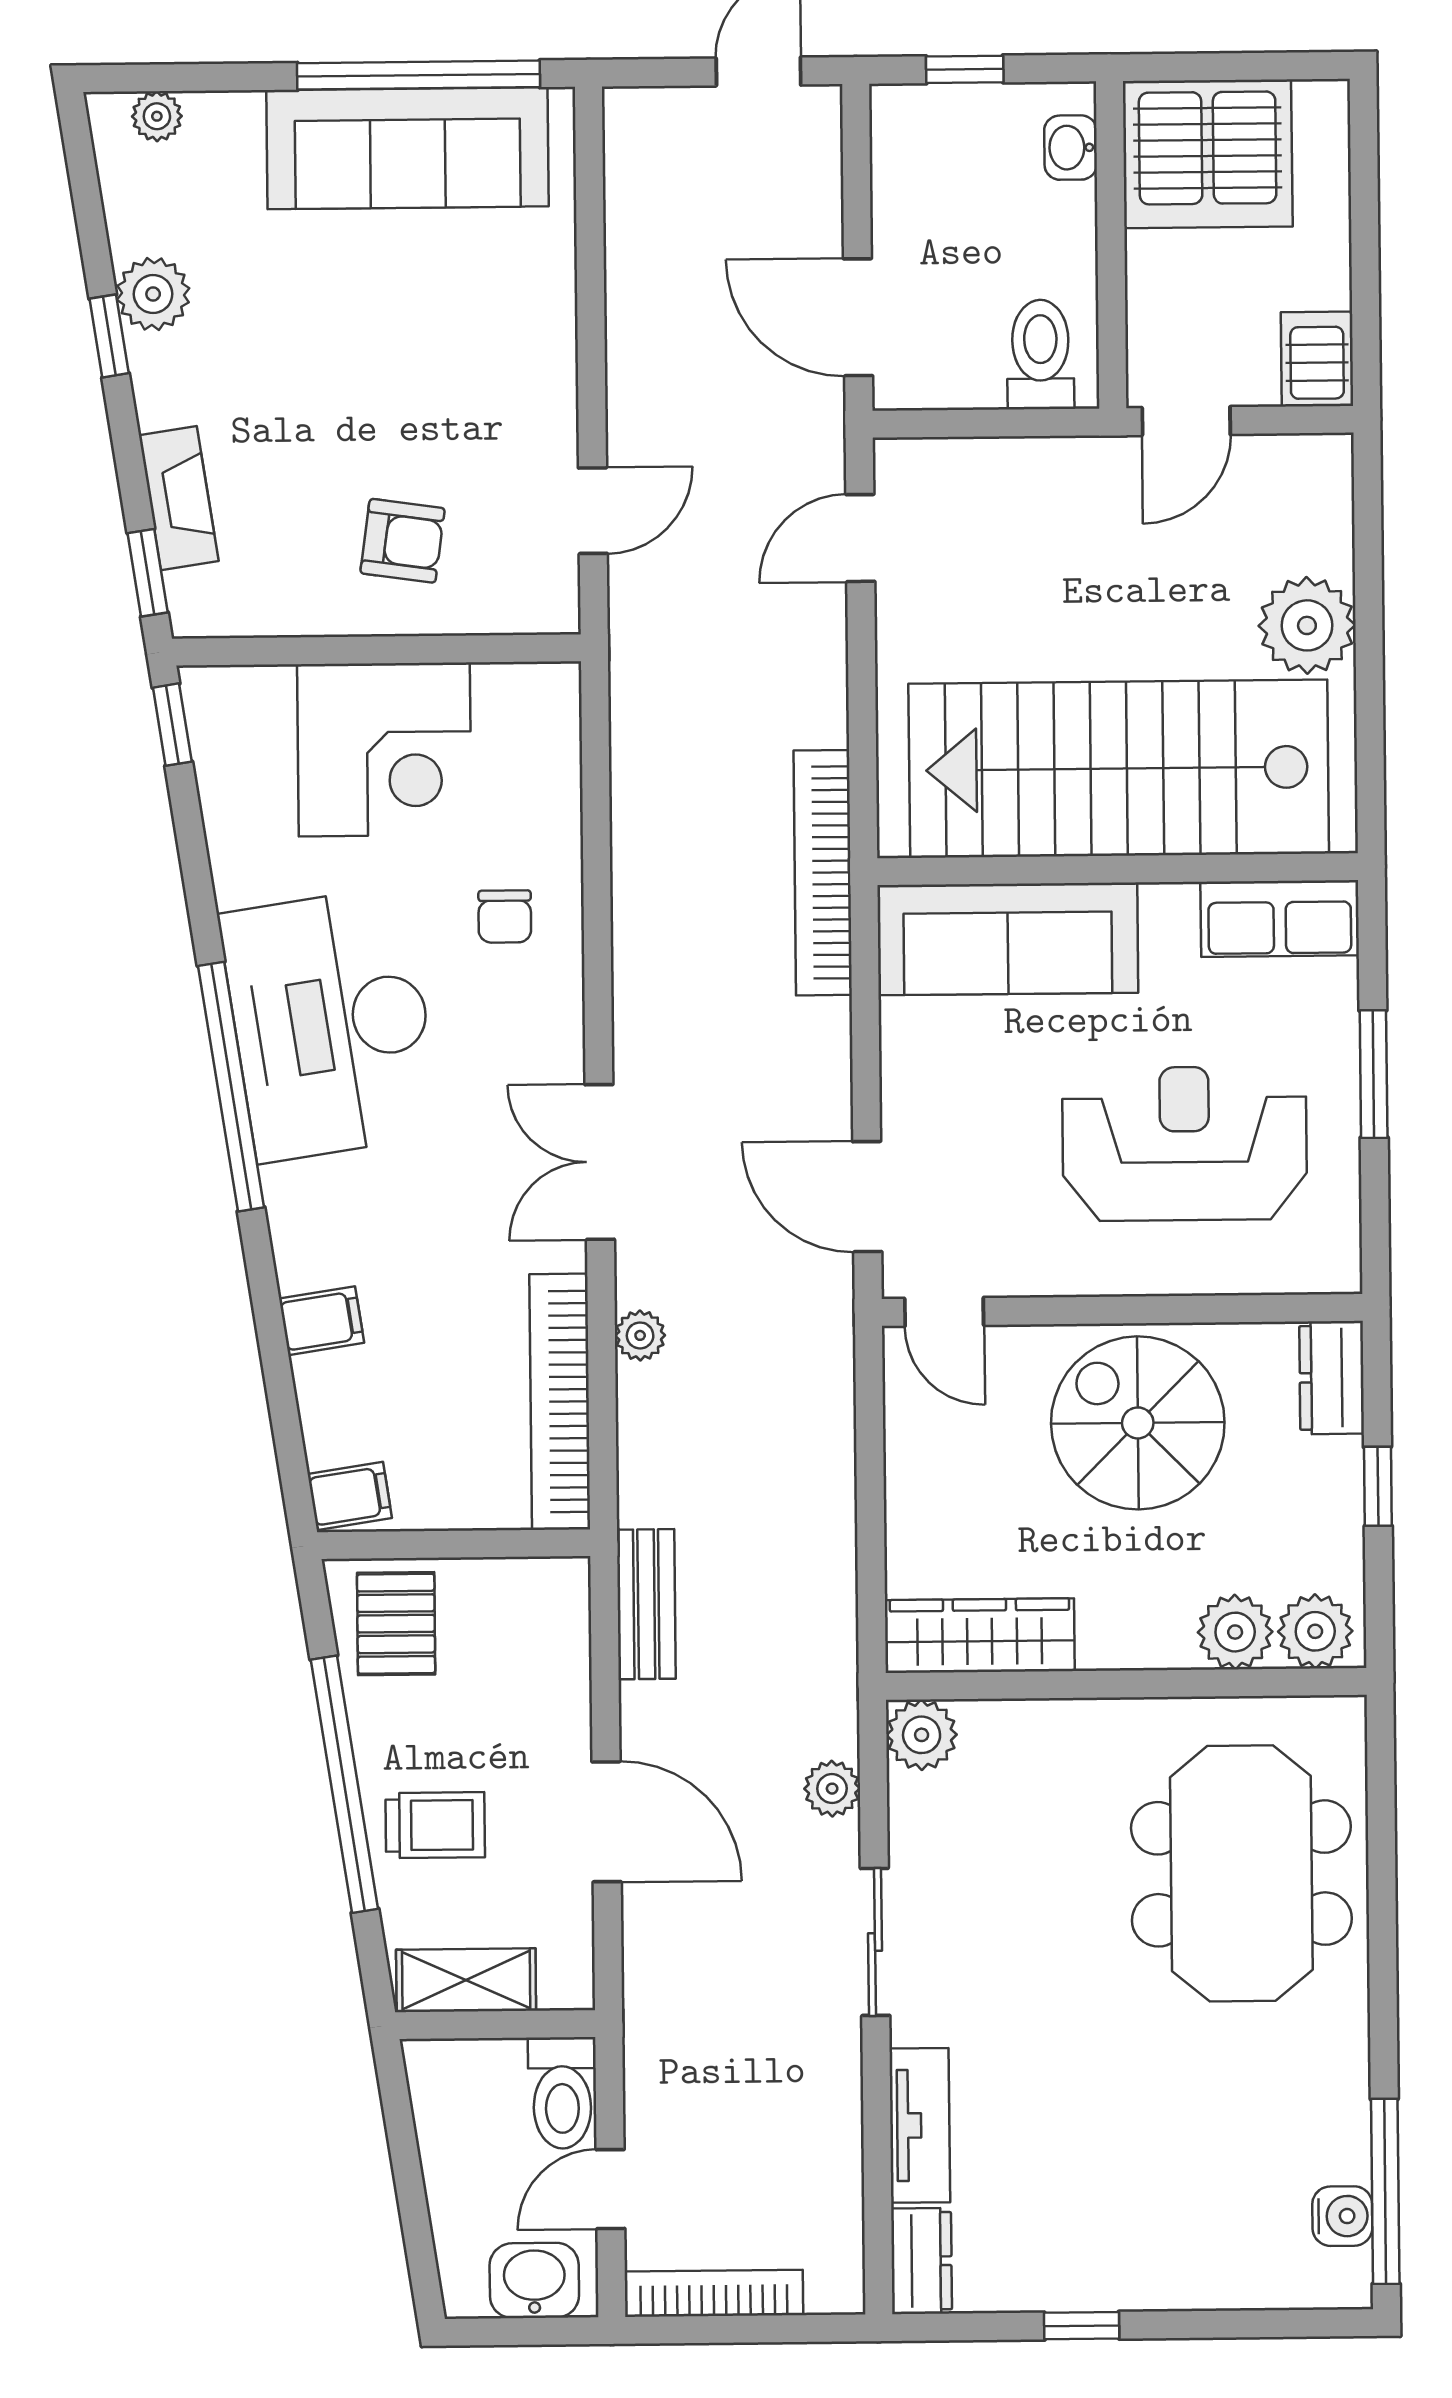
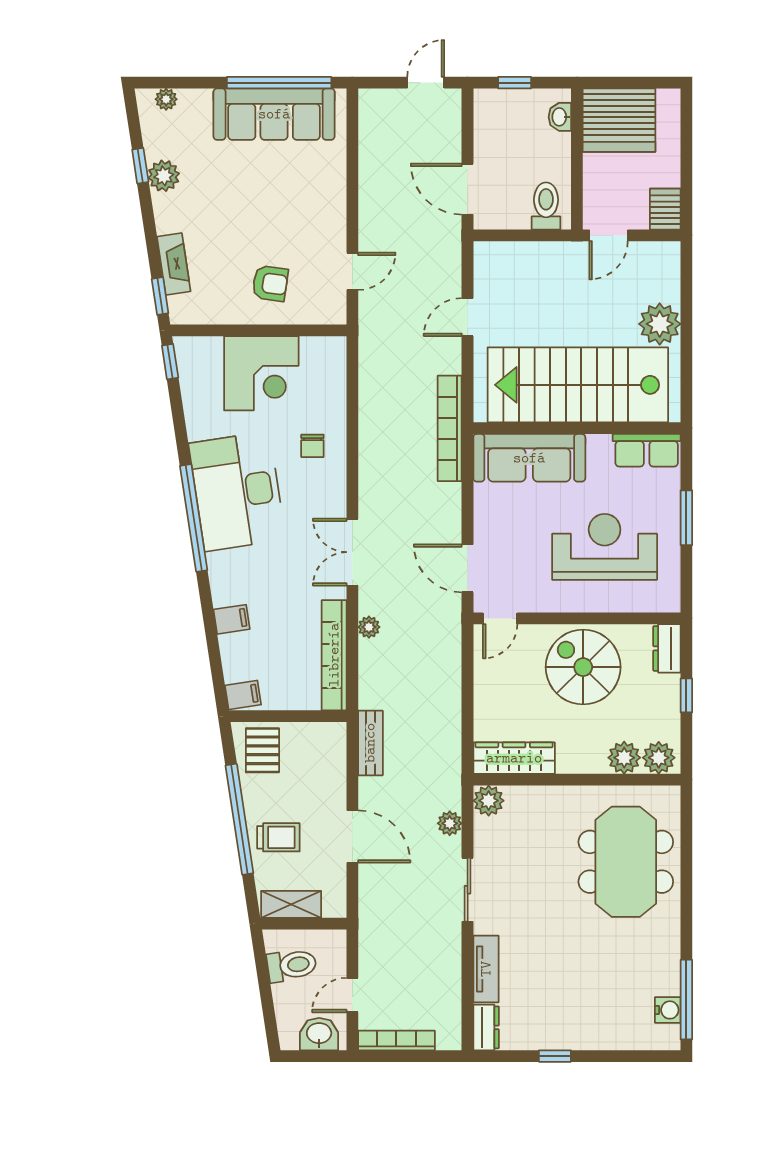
window: (109, 336) -> (140, 166), moved
door: (860, 538) -> (468, 317), moved
door: (944, 1312) -> (500, 618), hinge flipped
toilet: (562, 2093) -> (292, 965), moved, turned -99

